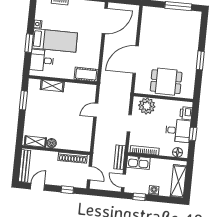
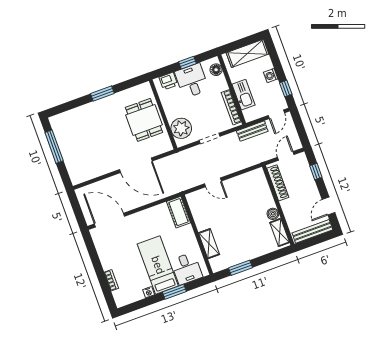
kitchen sink: (138, 163) -> (243, 95), moved
door: (38, 187) -> (328, 206), hinge flipped

